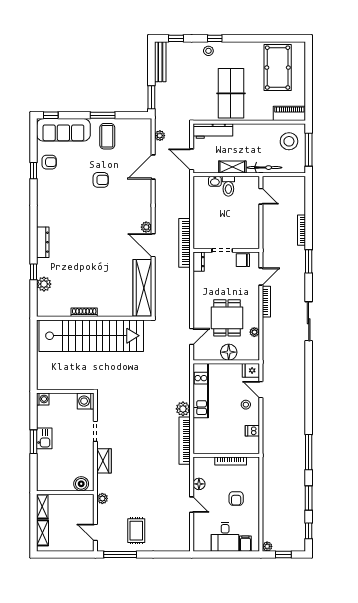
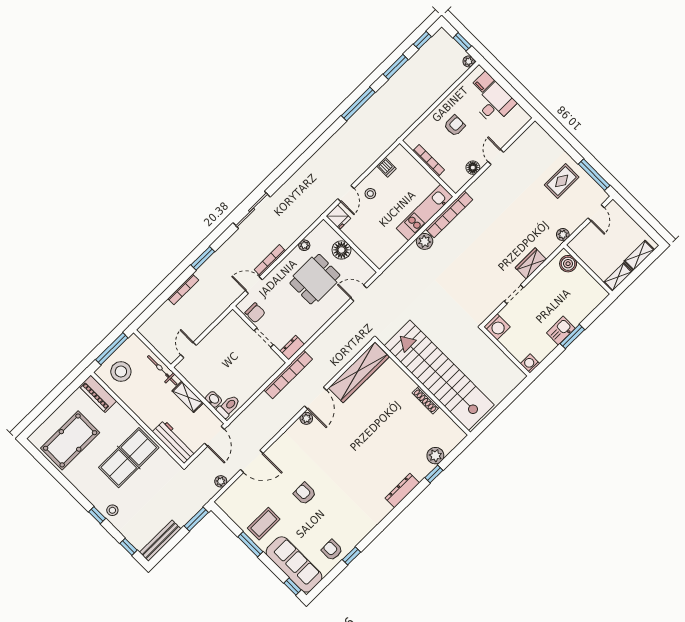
toilet: (228, 186) -> (228, 406), moved
kitchen unit: (201, 391) -> (425, 213), moved

